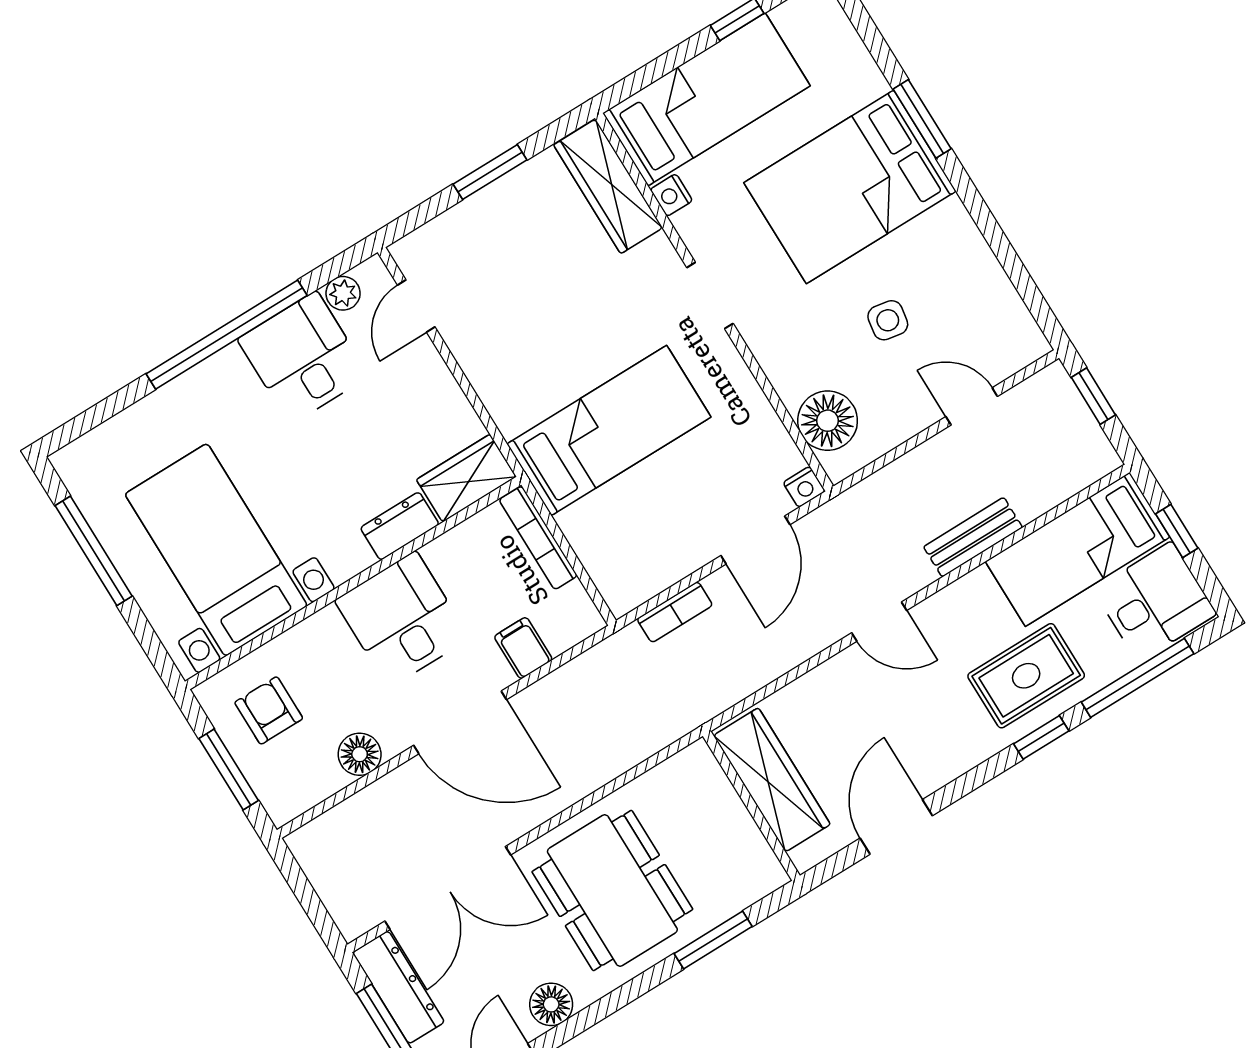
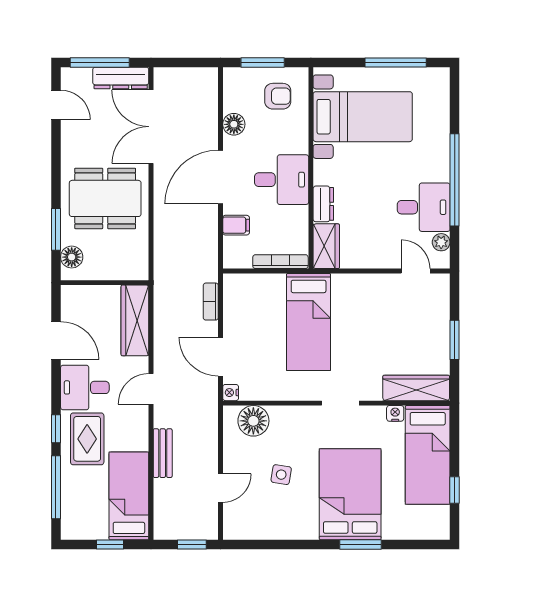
desk: (1155, 602) -> (85, 387), moved, turned 90
wardrobe: (772, 780) -> (135, 320), moved, turned 90
floor lamp: (551, 1004) -> (72, 257), moved

